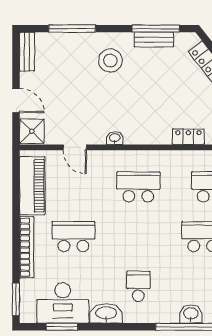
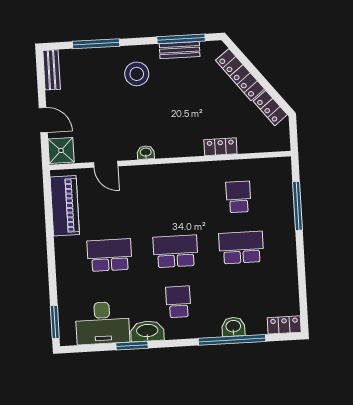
school desk: (138, 187) -> (175, 251), moved
bookcase: (27, 247) -> (62, 268), removed
window: (62, 327) -> (132, 346), moved

